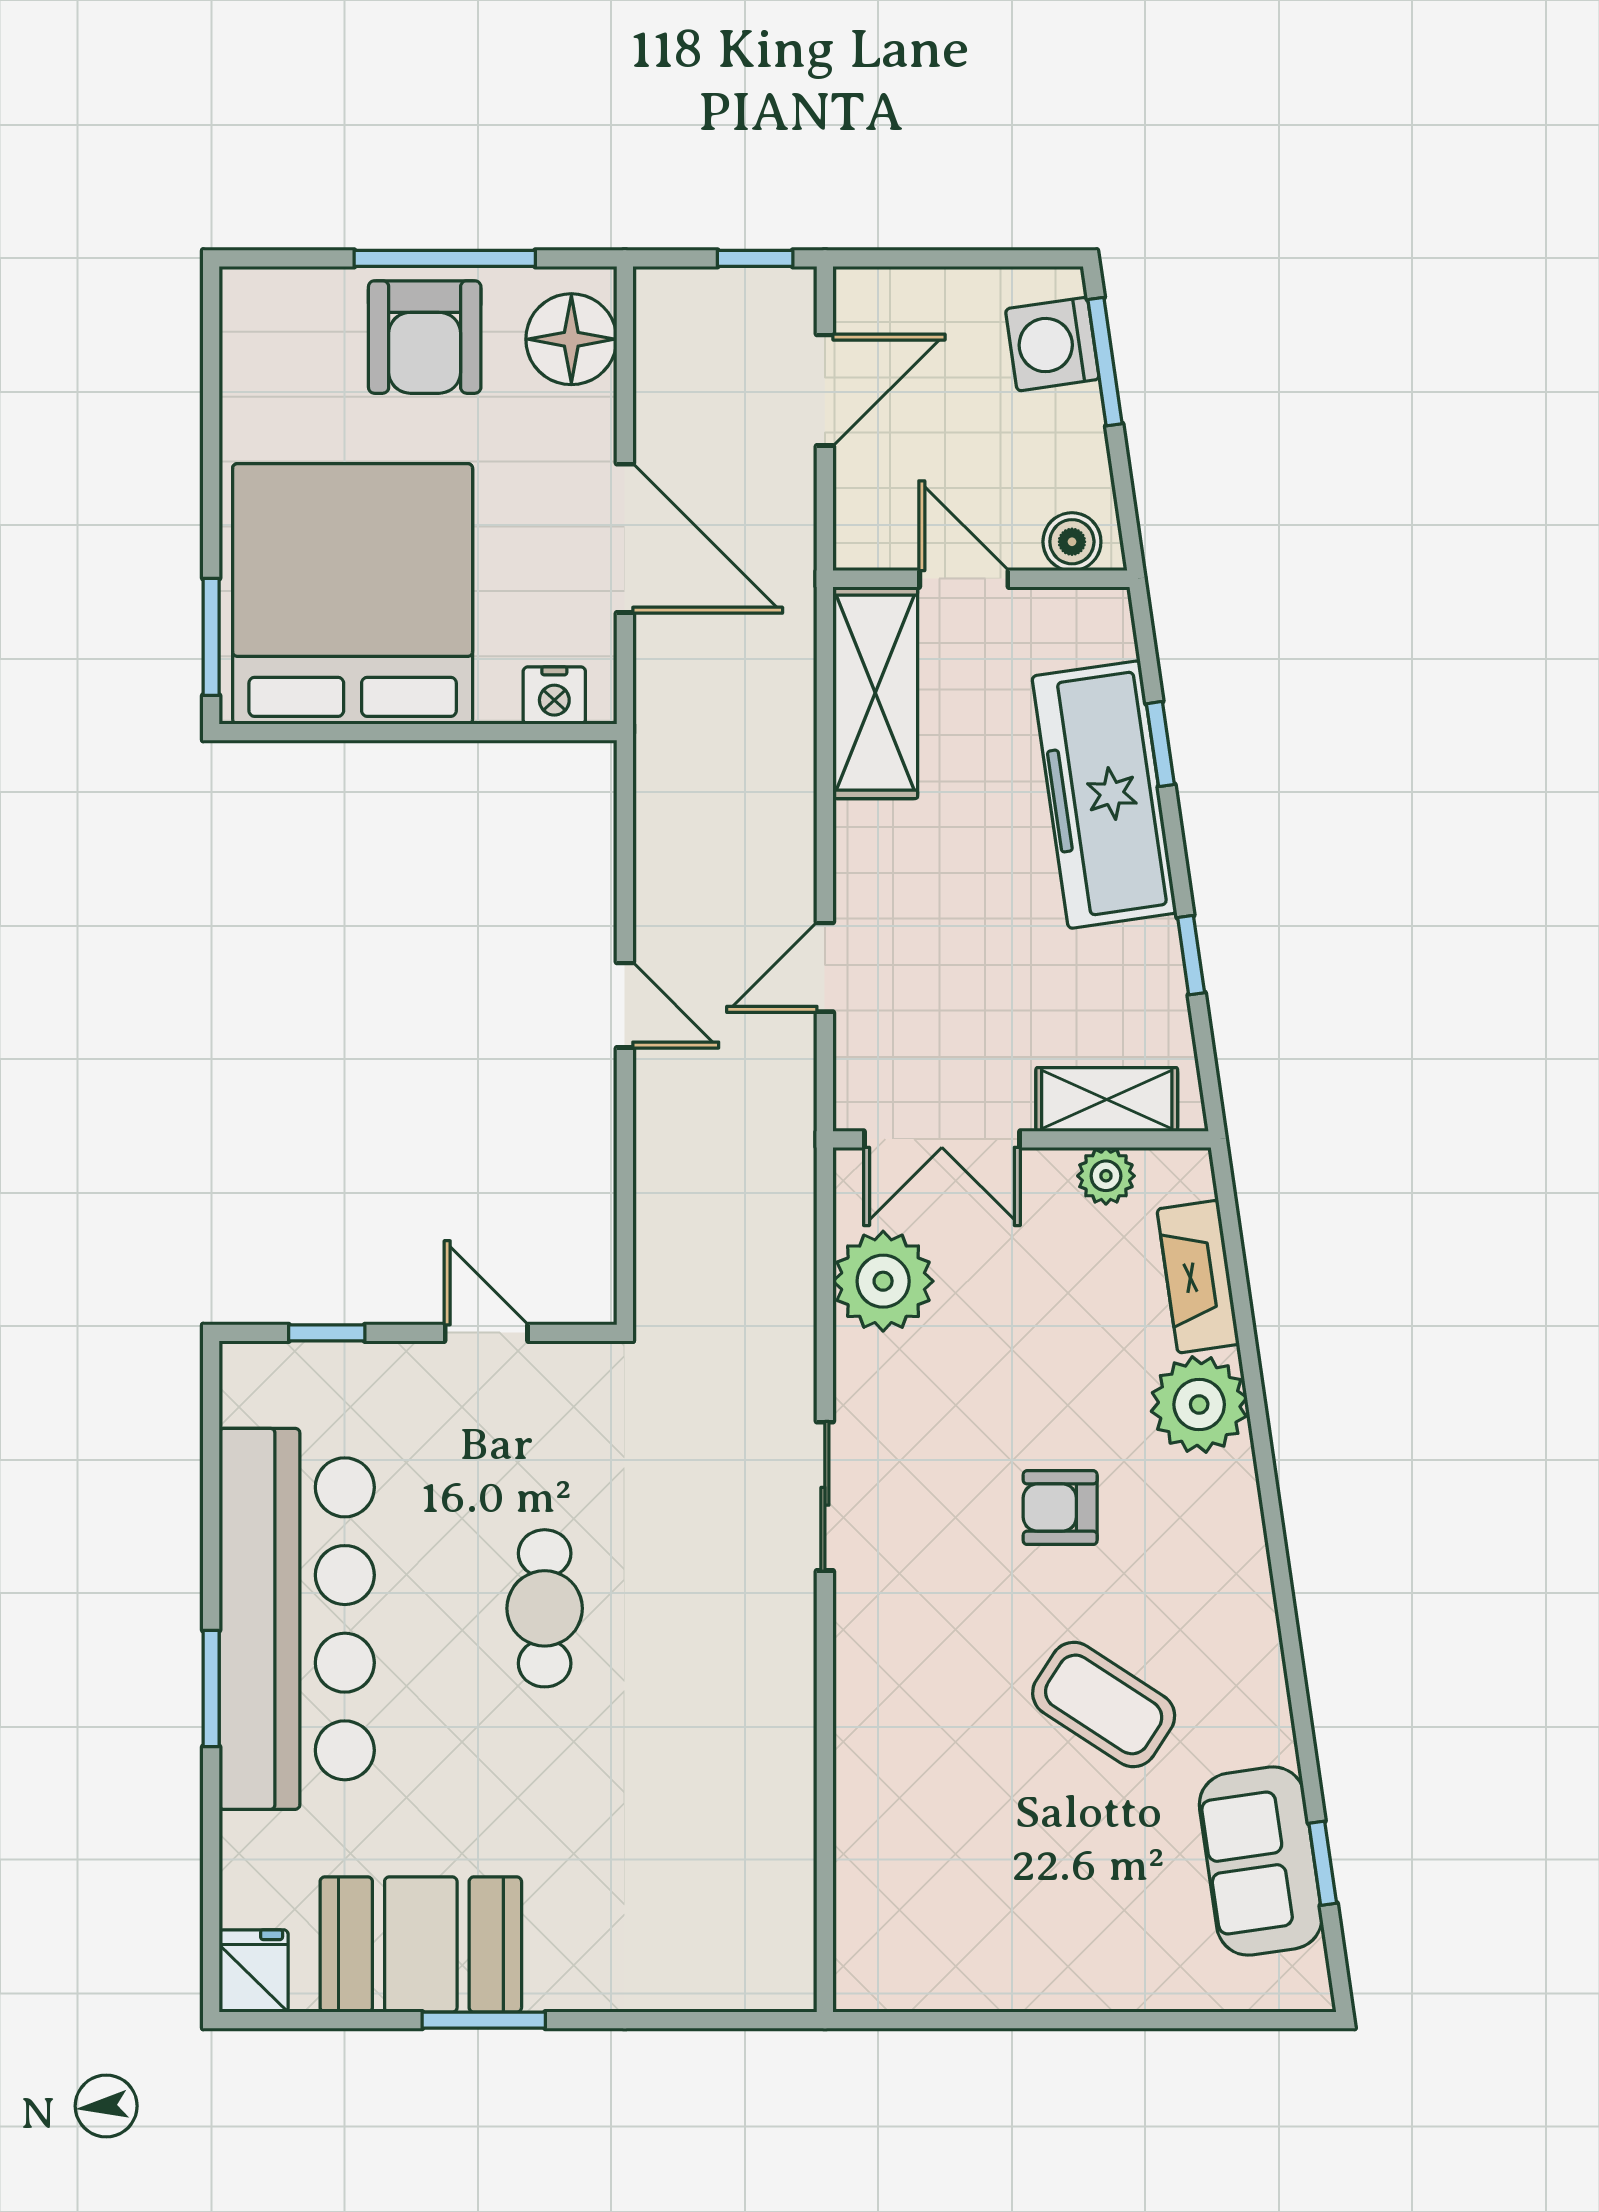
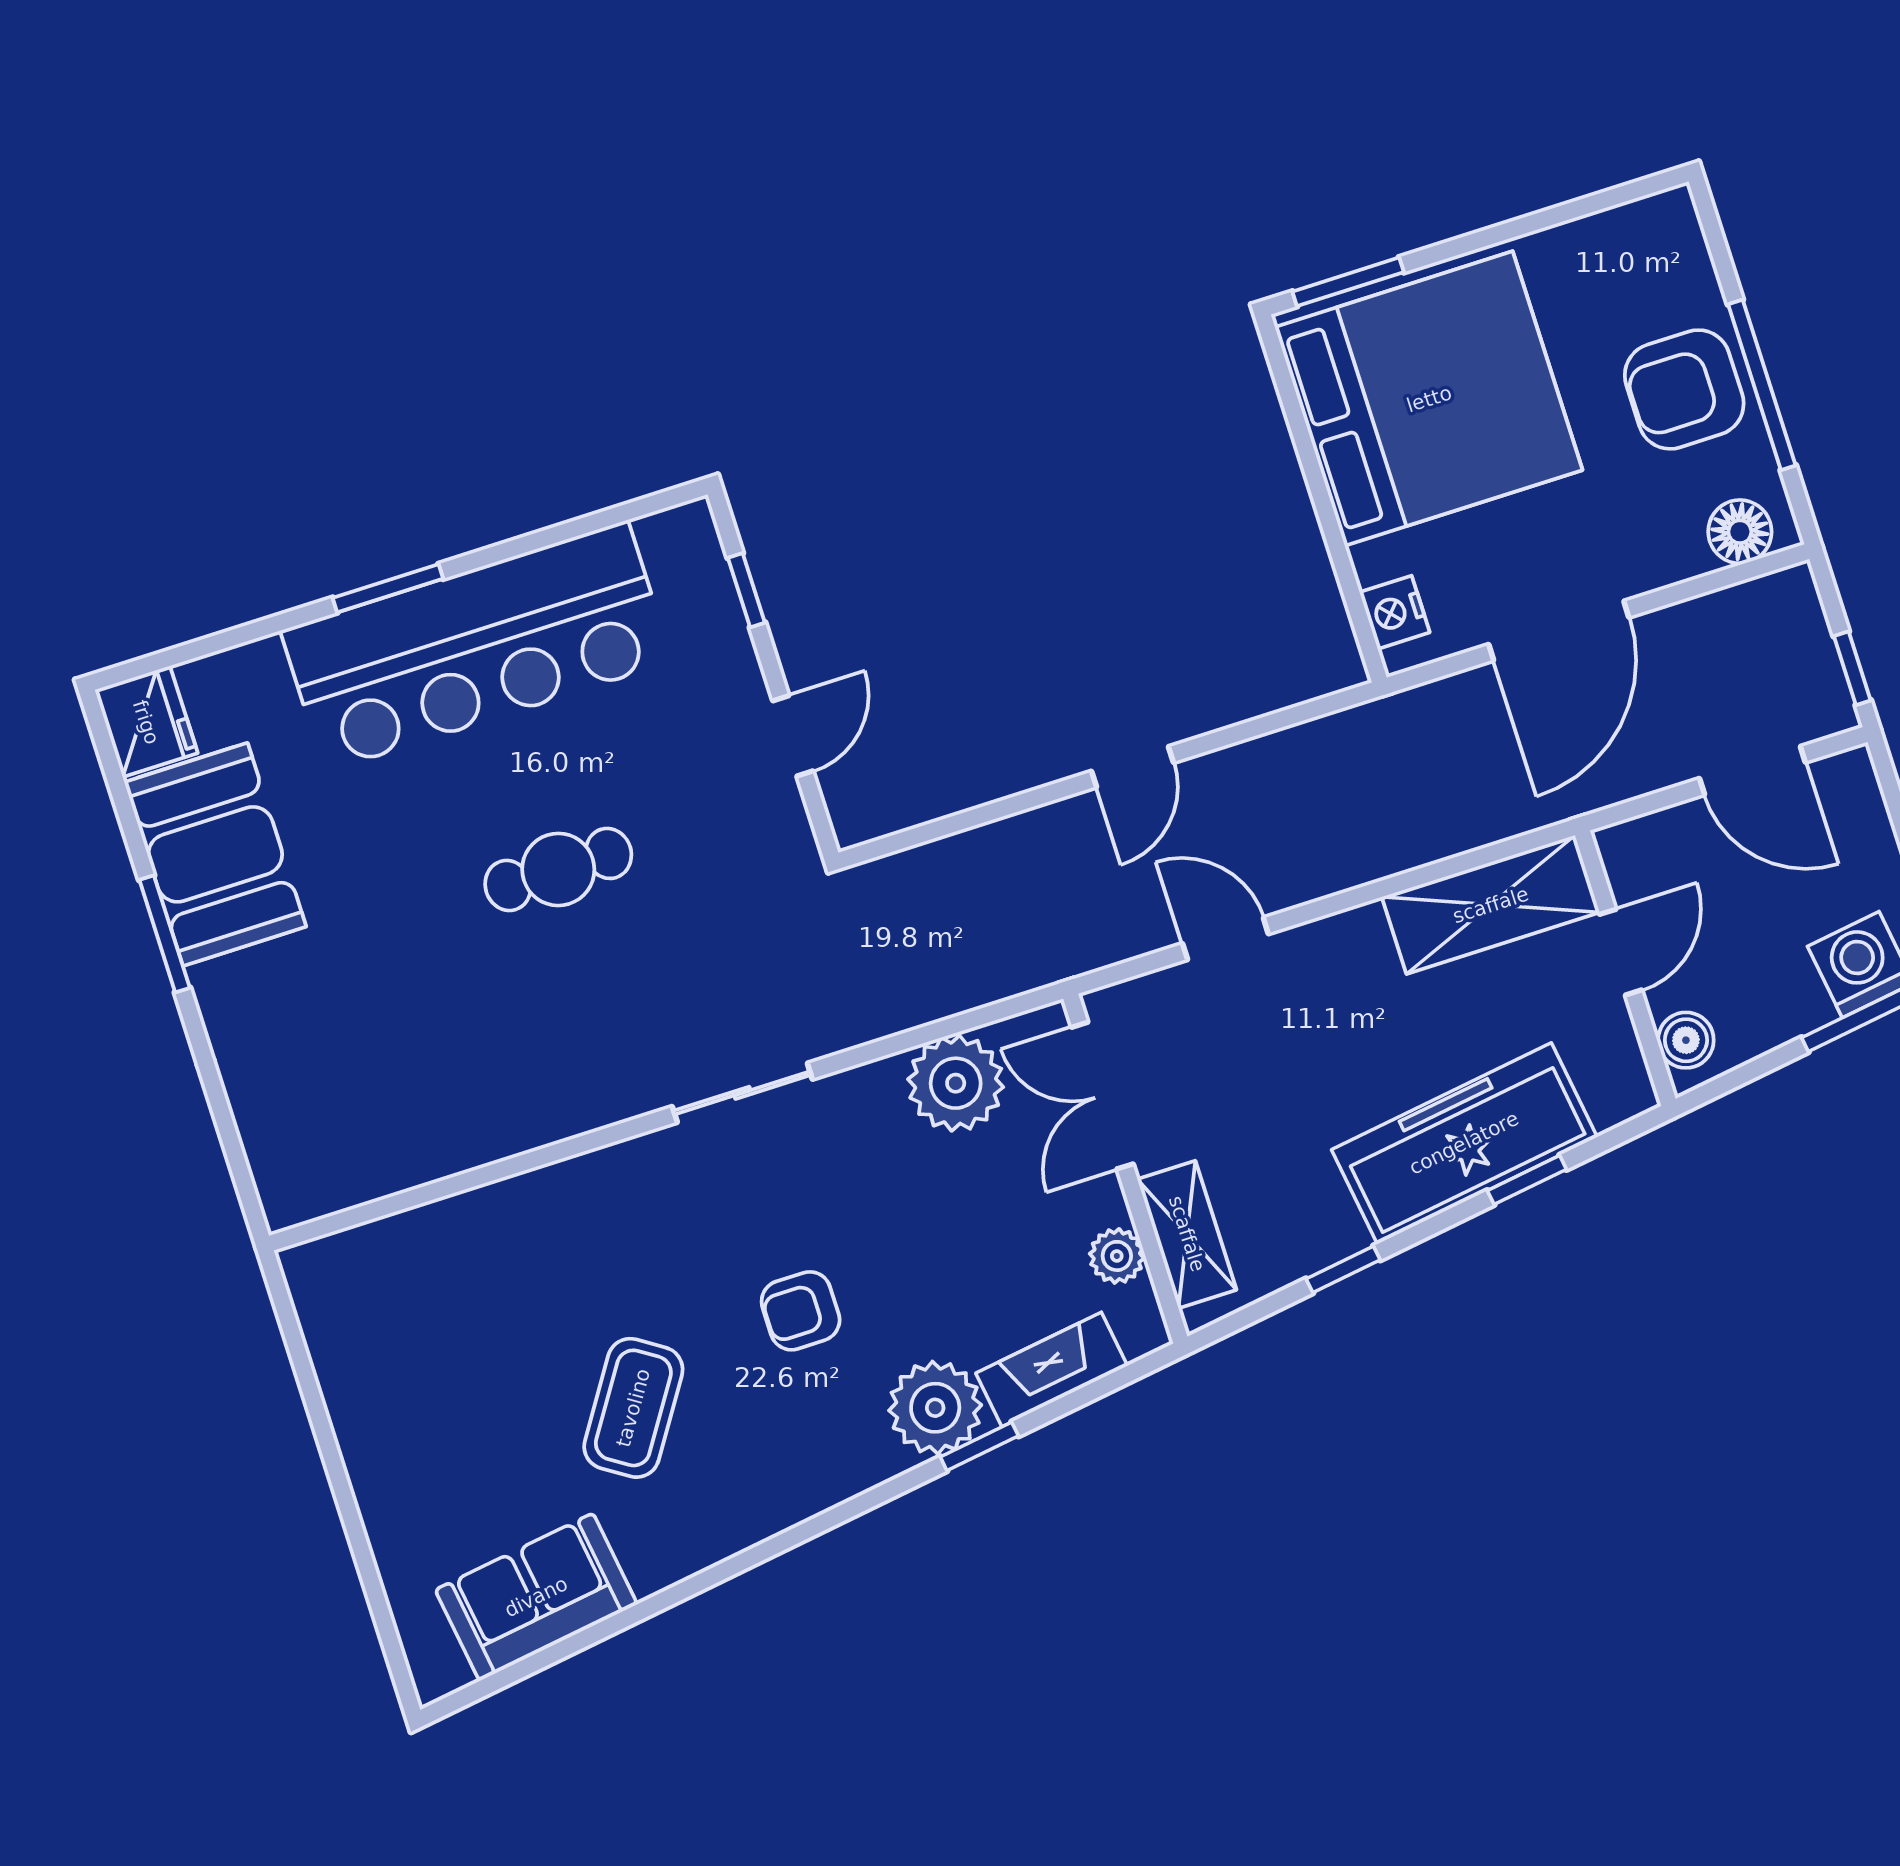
floor lamp: (571, 339) -> (1740, 532), width x0.73, depth x0.73
armchair: (1060, 1508) -> (801, 1311), turned -90
window: (1323, 1863) -> (979, 1446), moved
fridge: (254, 1971) -> (146, 722), width x1.38

